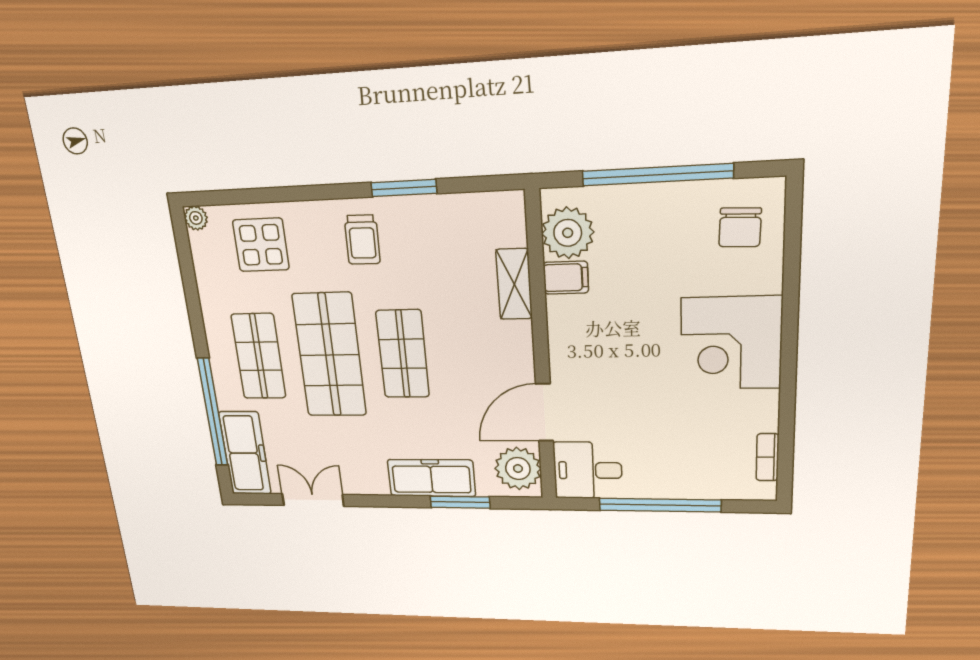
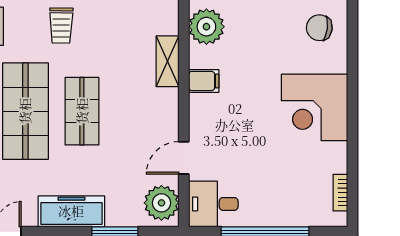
chair: (740, 227) -> (319, 28), turned 95
filing cabinet: (566, 278) -> (204, 81), moved
door: (544, 412) -> (184, 158), width x0.73
freezer: (431, 478) -> (71, 211), moved

